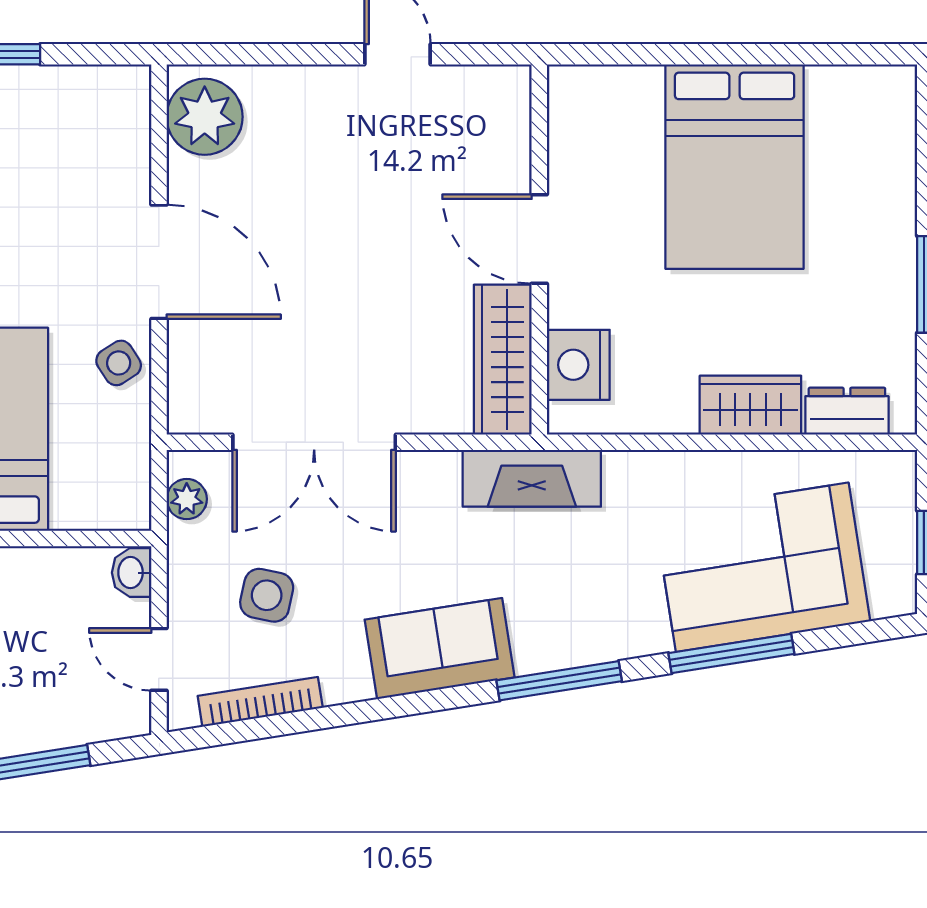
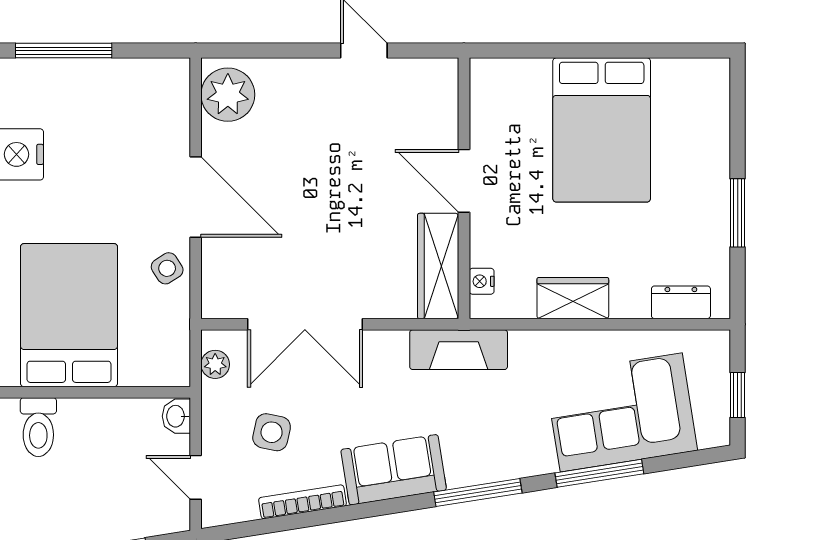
nightstand: (578, 365) -> (482, 281), width x0.53, depth x0.56
wardrobe: (750, 405) -> (573, 298), moved
bookcase: (260, 702) -> (302, 502), moved

